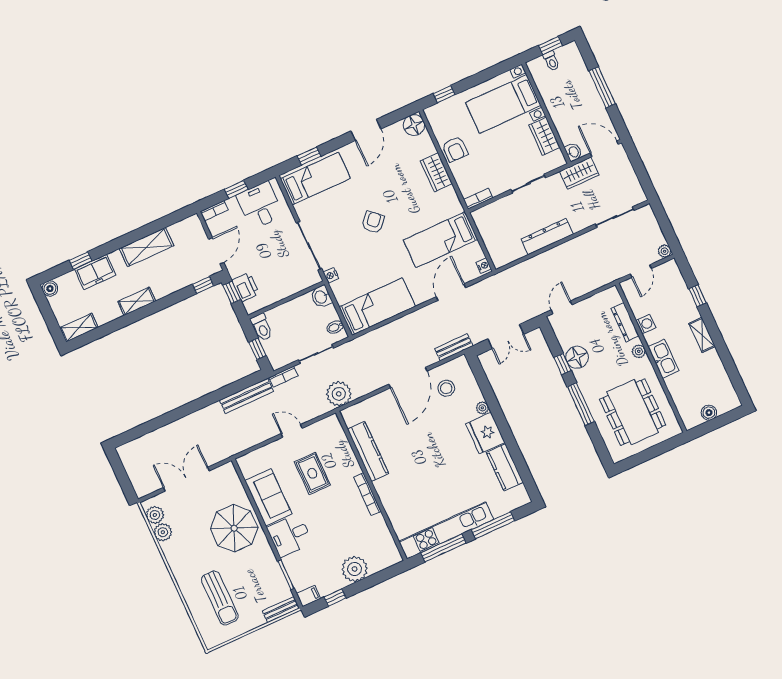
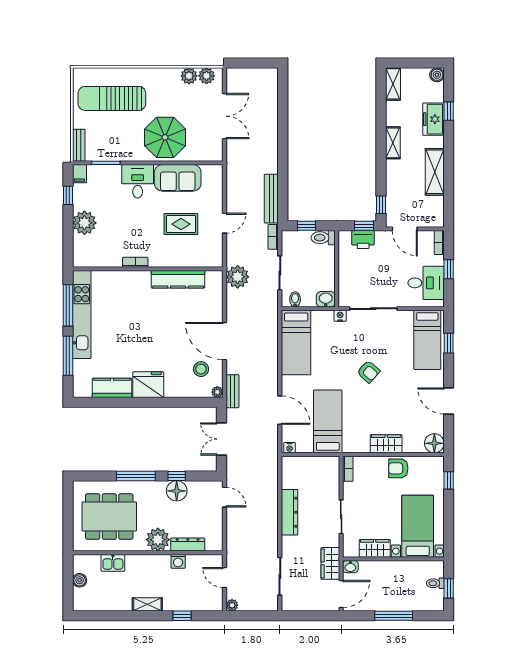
plant: (639, 351) -> (158, 540), width x1.87, depth x1.87
kitchen sink: (663, 359) -> (113, 563), moved, width x0.73
plant: (482, 408) -> (217, 392), moved
bookcase: (367, 494) -> (135, 262), width x0.64
sun lounger: (220, 598) -> (112, 98), width x1.36, depth x1.34

